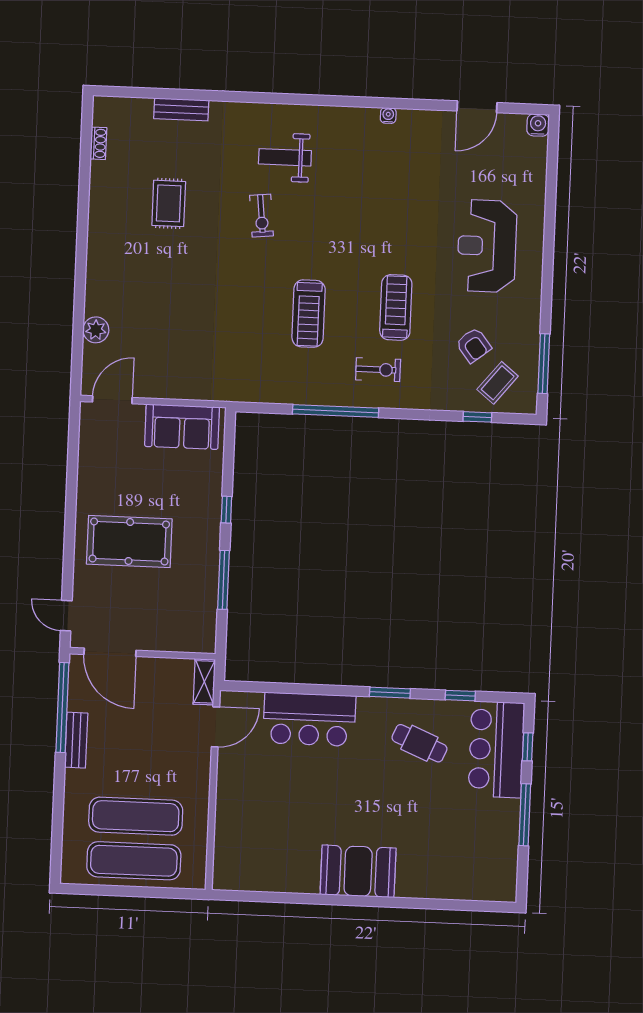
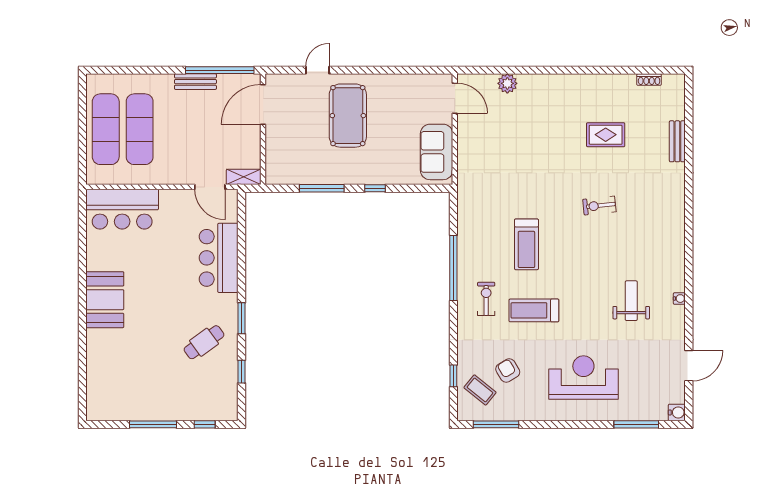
door: (477, 107) -> (689, 366), swing flipped
weight bench: (285, 157) -> (631, 301), moved
window: (551, 179) -> (636, 424), added
treadmill: (396, 307) -> (534, 310), turned 180
treadmill: (309, 314) -> (526, 244), turned -90
armchair: (473, 345) -> (508, 371), turned 97
exercise bike: (378, 370) -> (486, 299), turned 180
door: (66, 616) -> (317, 70), moved
cafe table: (419, 743) -> (204, 342), turned 31
bar counter: (496, 749) -> (122, 209), moved, turned 180

